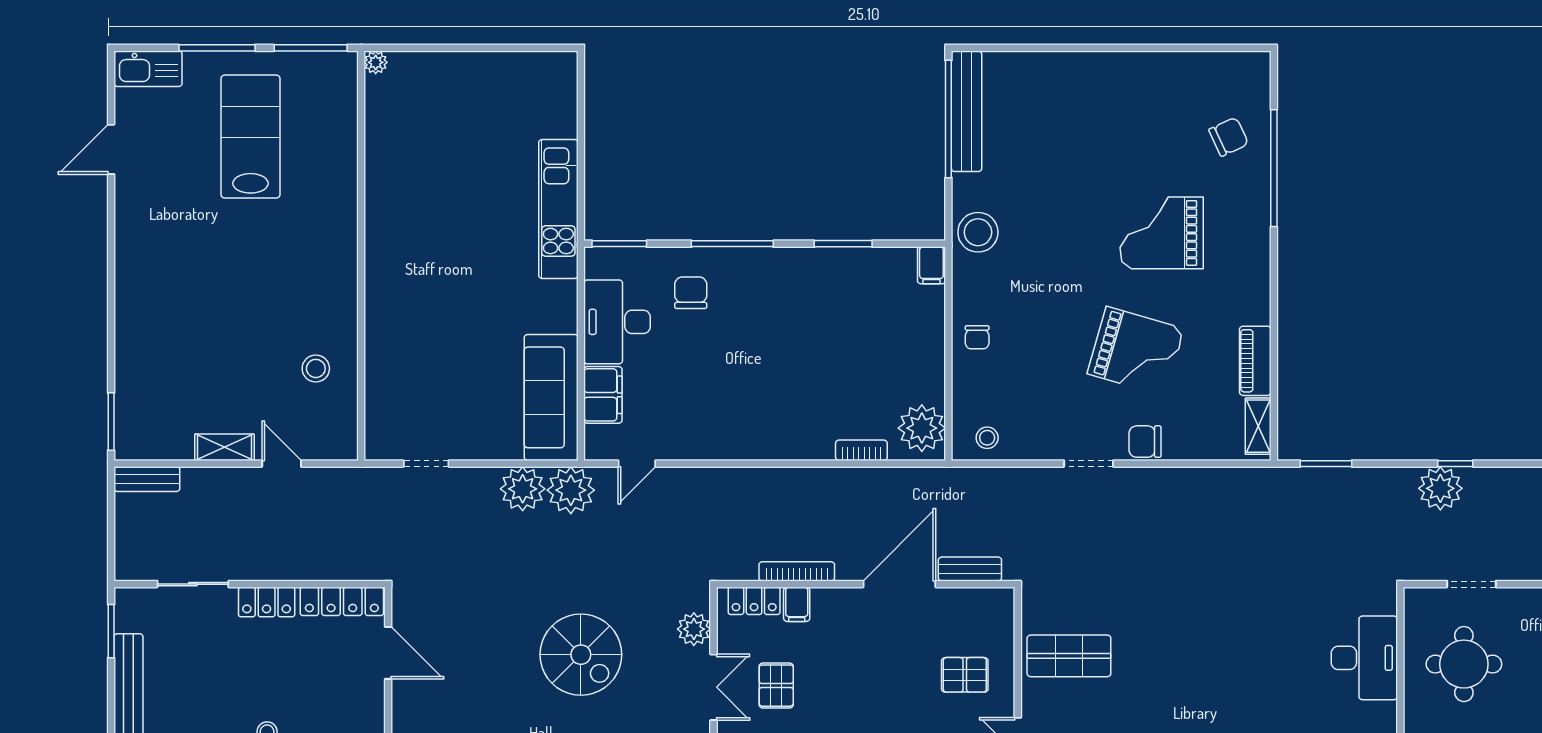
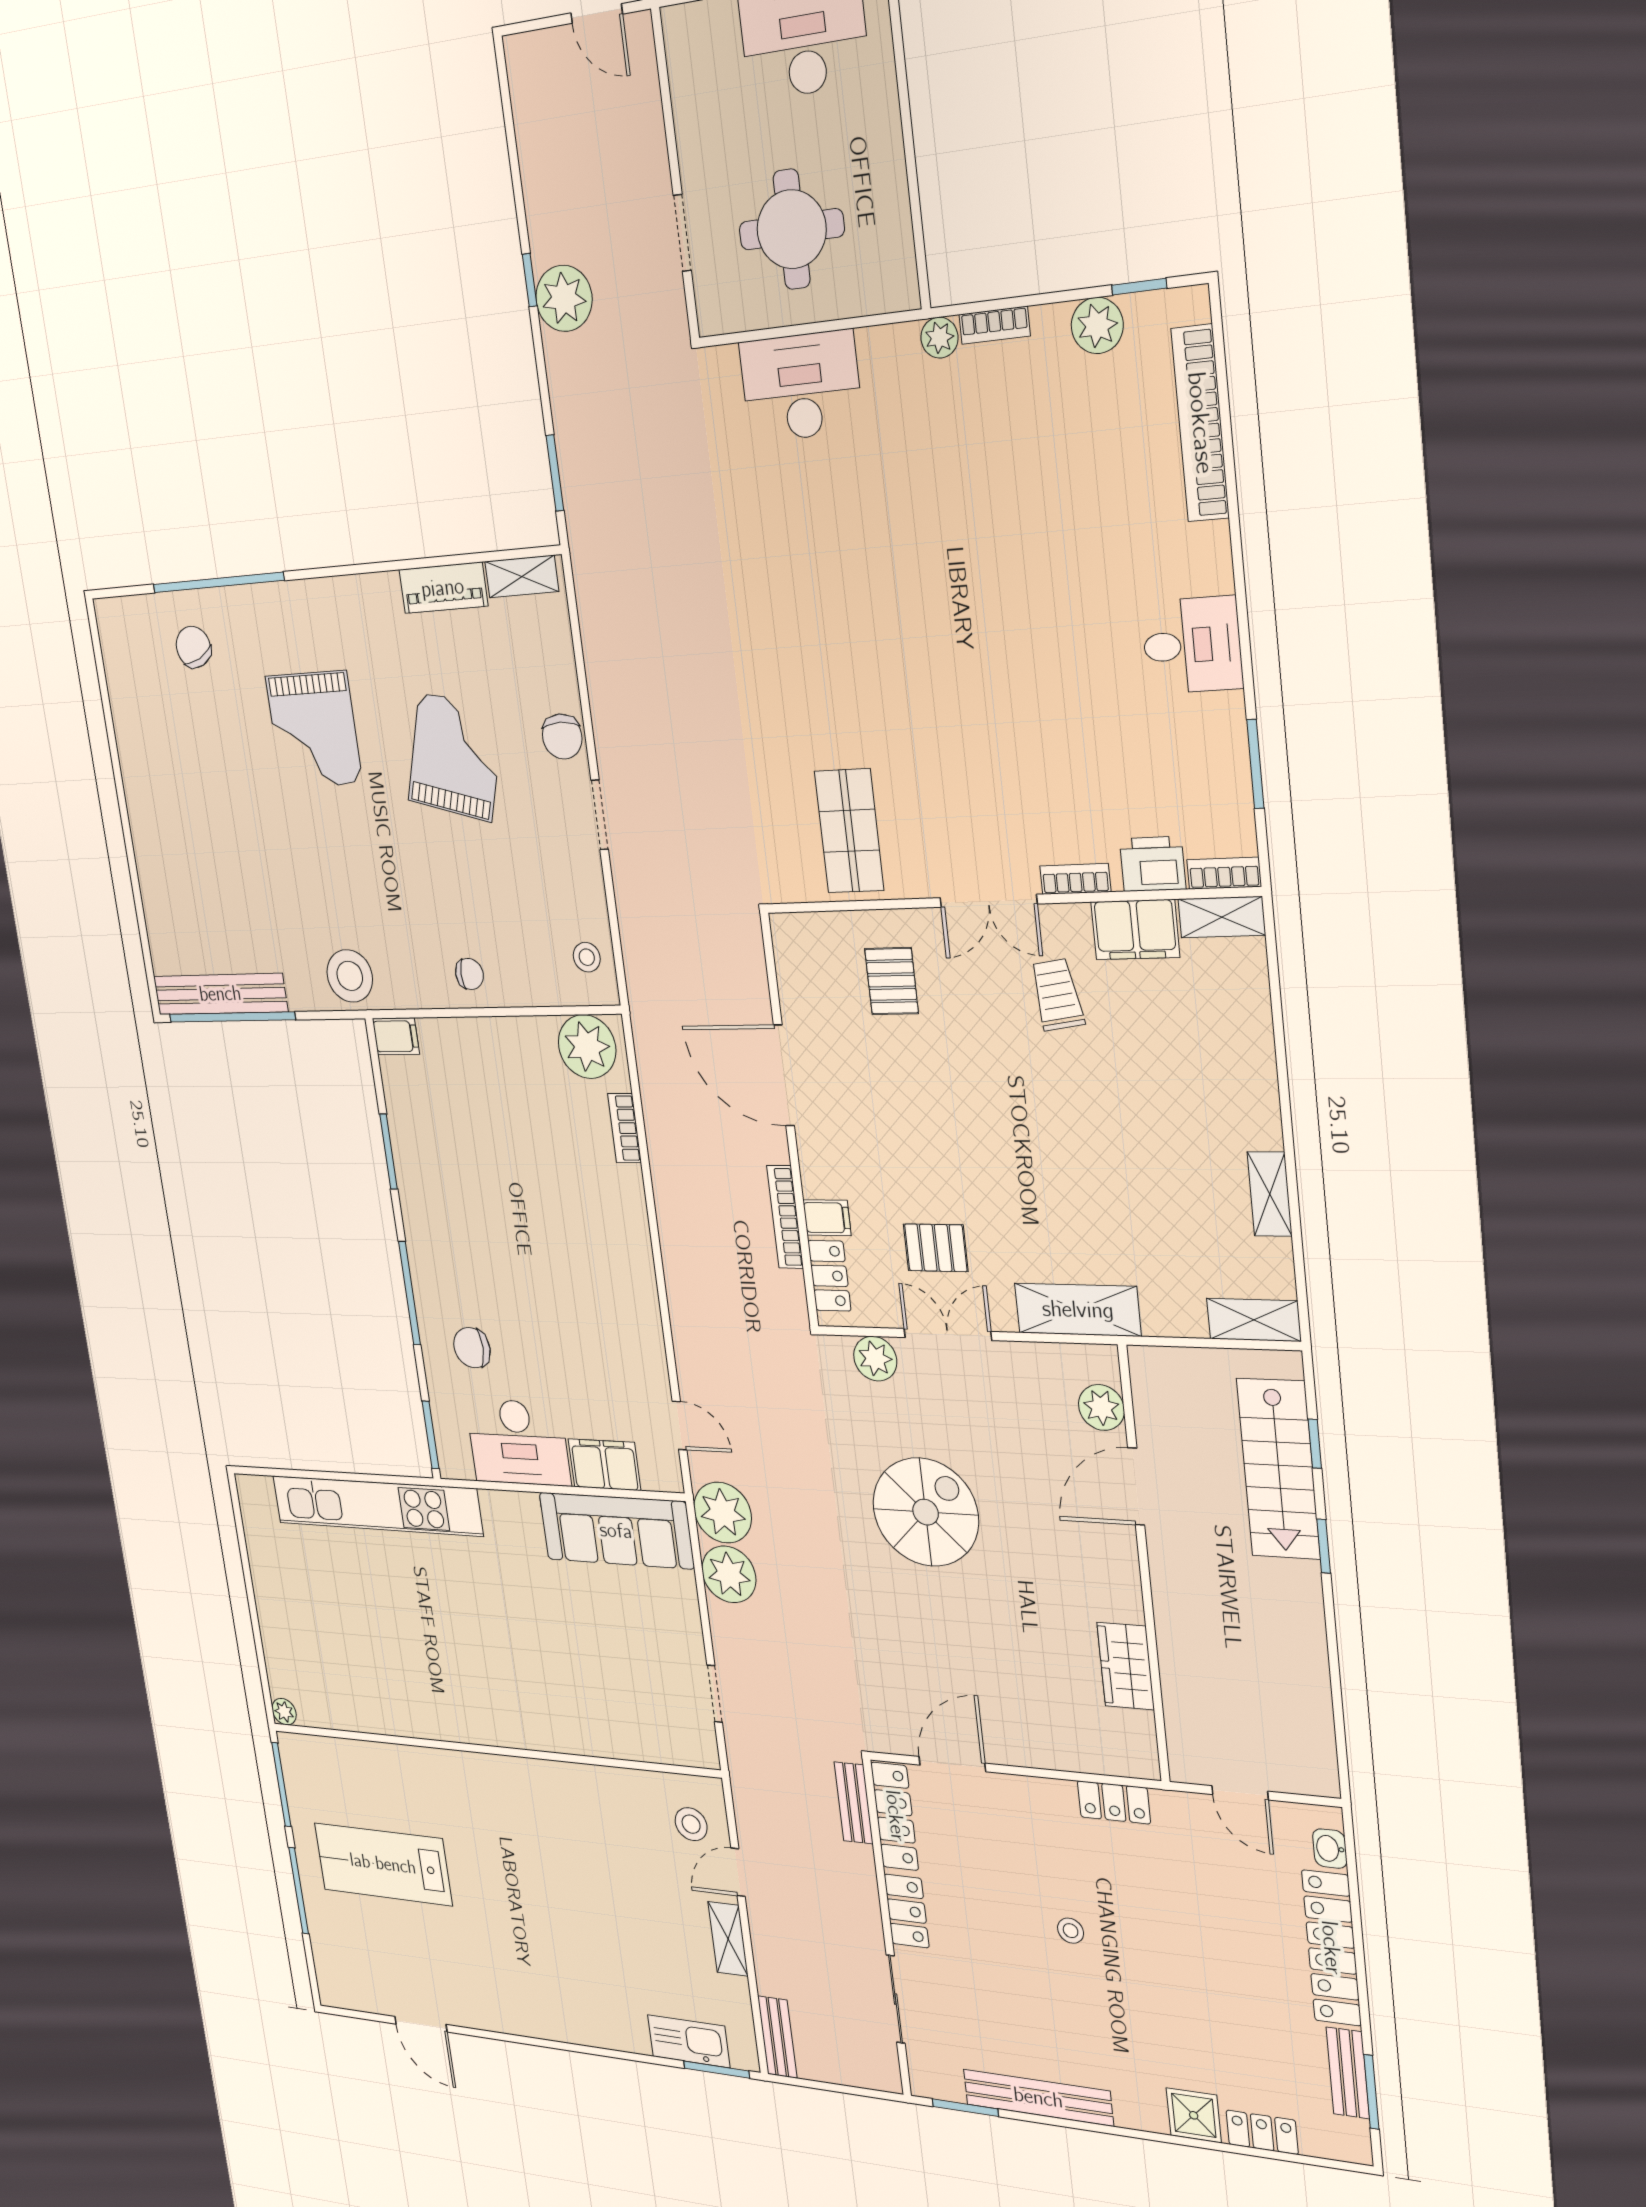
kitchen sink: (148, 69) -> (689, 2041), moved, turned -90
kitchen unit: (558, 209) -> (377, 1506), width x1.36
stool: (316, 368) -> (691, 1824), moved
bench: (970, 569) -> (854, 1803), moved

